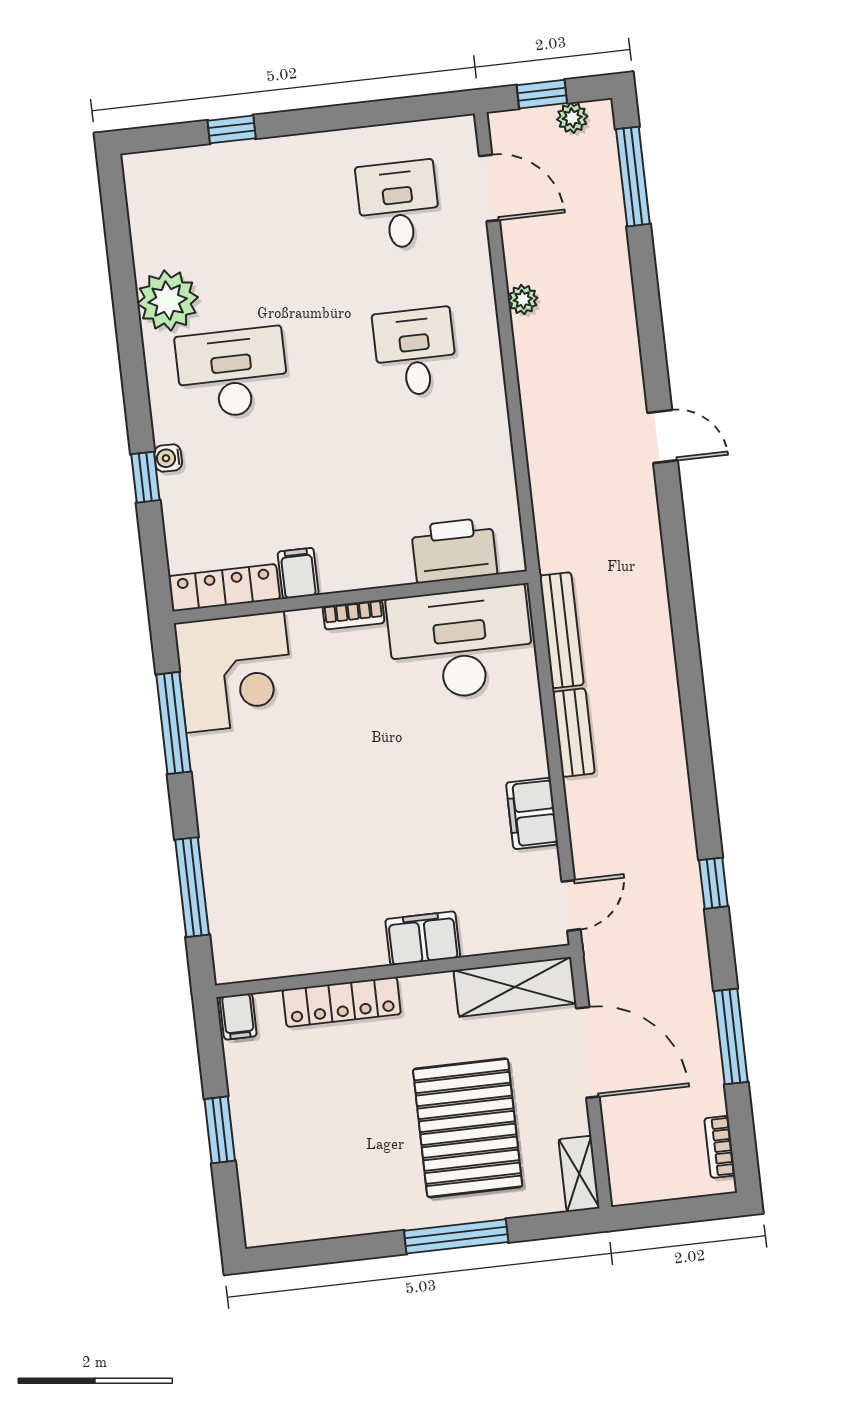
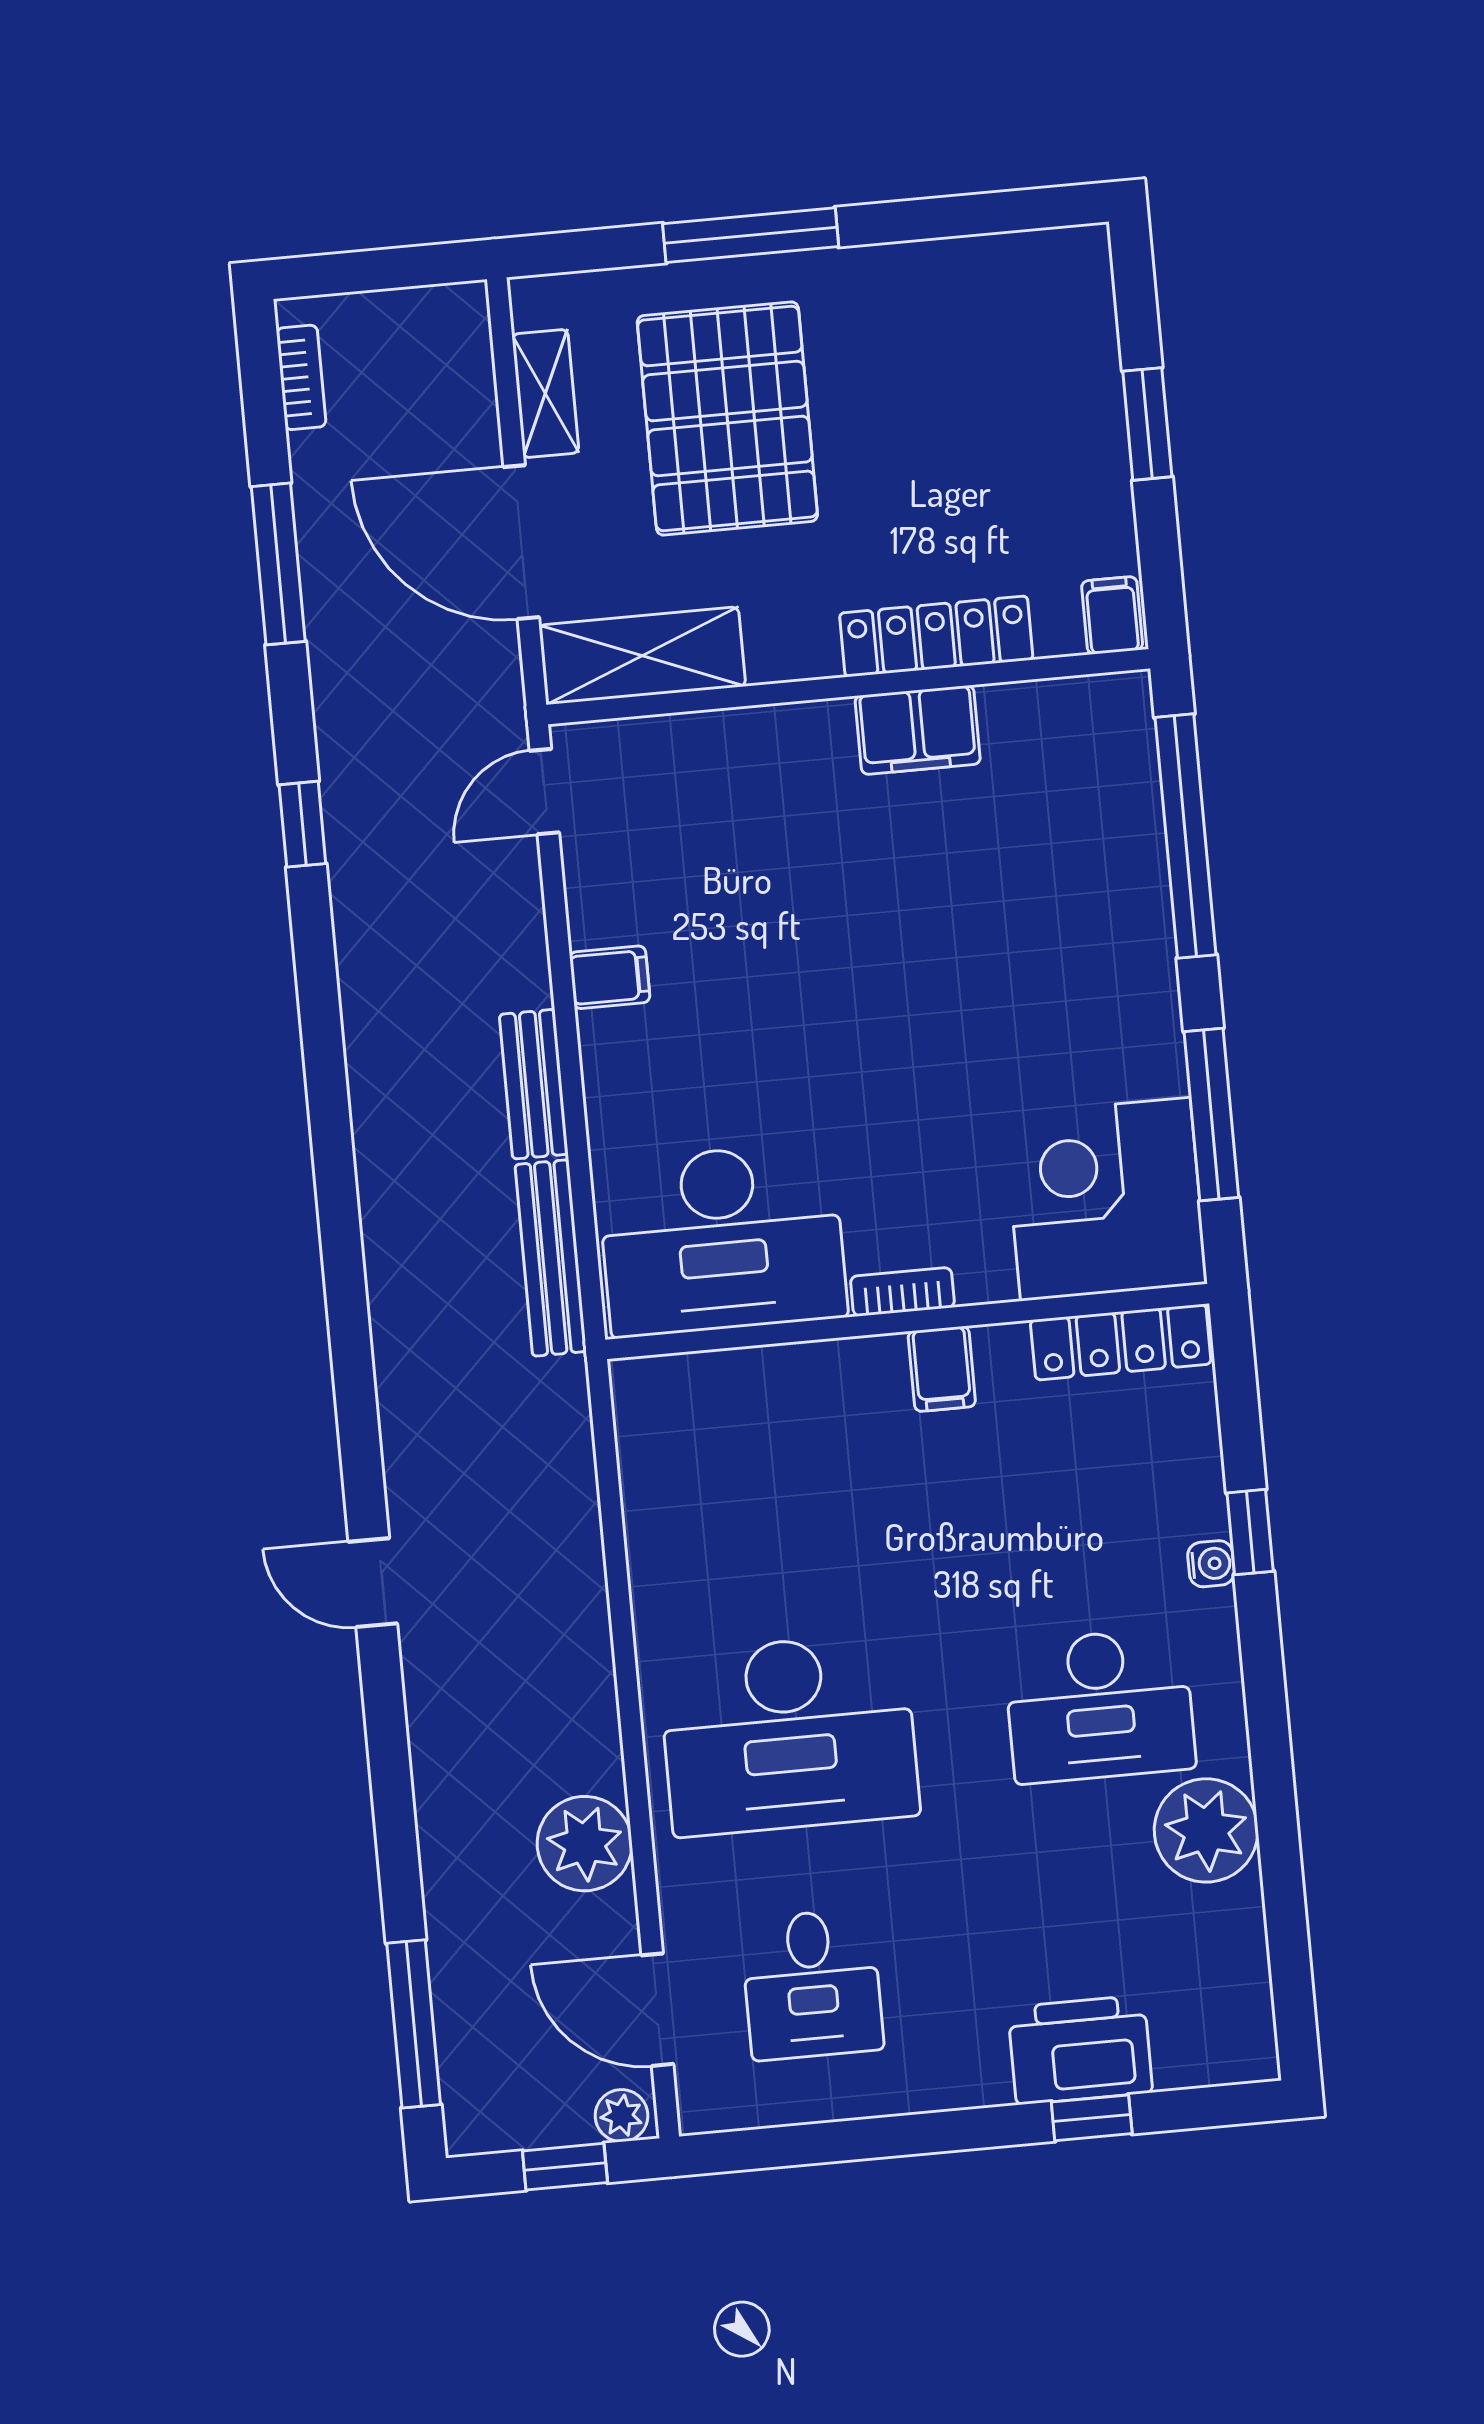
plant: (572, 118) -> (622, 2116), moved
plant: (523, 299) -> (585, 1844), width x1.88, depth x1.88
desk: (415, 352) -> (789, 1734), width x1.87, depth x1.30
printer: (454, 550) -> (1080, 2050), moved, turned 180
filing cabinet: (298, 573) -> (942, 1369), moved
filing cabinet: (532, 813) -> (610, 977), width x0.50
window: (192, 887) -> (1186, 836), width x1.46
filing cabinet: (423, 938) -> (918, 730), moved
shelving: (579, 1174) -> (545, 394), moved

